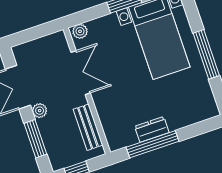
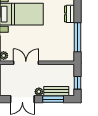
bench: (88, 127) -> (56, 91), moved
dresser: (152, 129) -> (69, 14), moved

